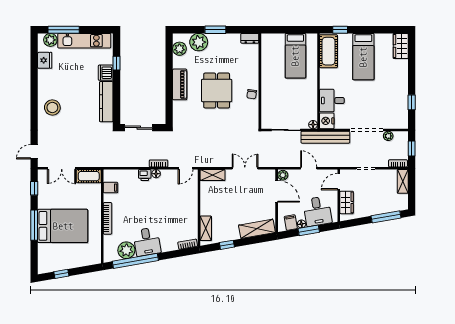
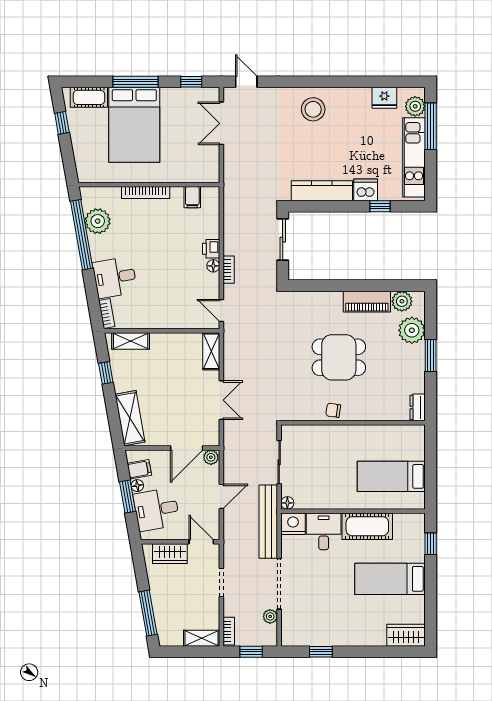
cot: (328, 51) -> (367, 526), moved
piano: (180, 84) -> (367, 302), moved
cot: (89, 176) -> (89, 97), moved, turned 90
desk: (147, 242) -> (115, 277), moved

